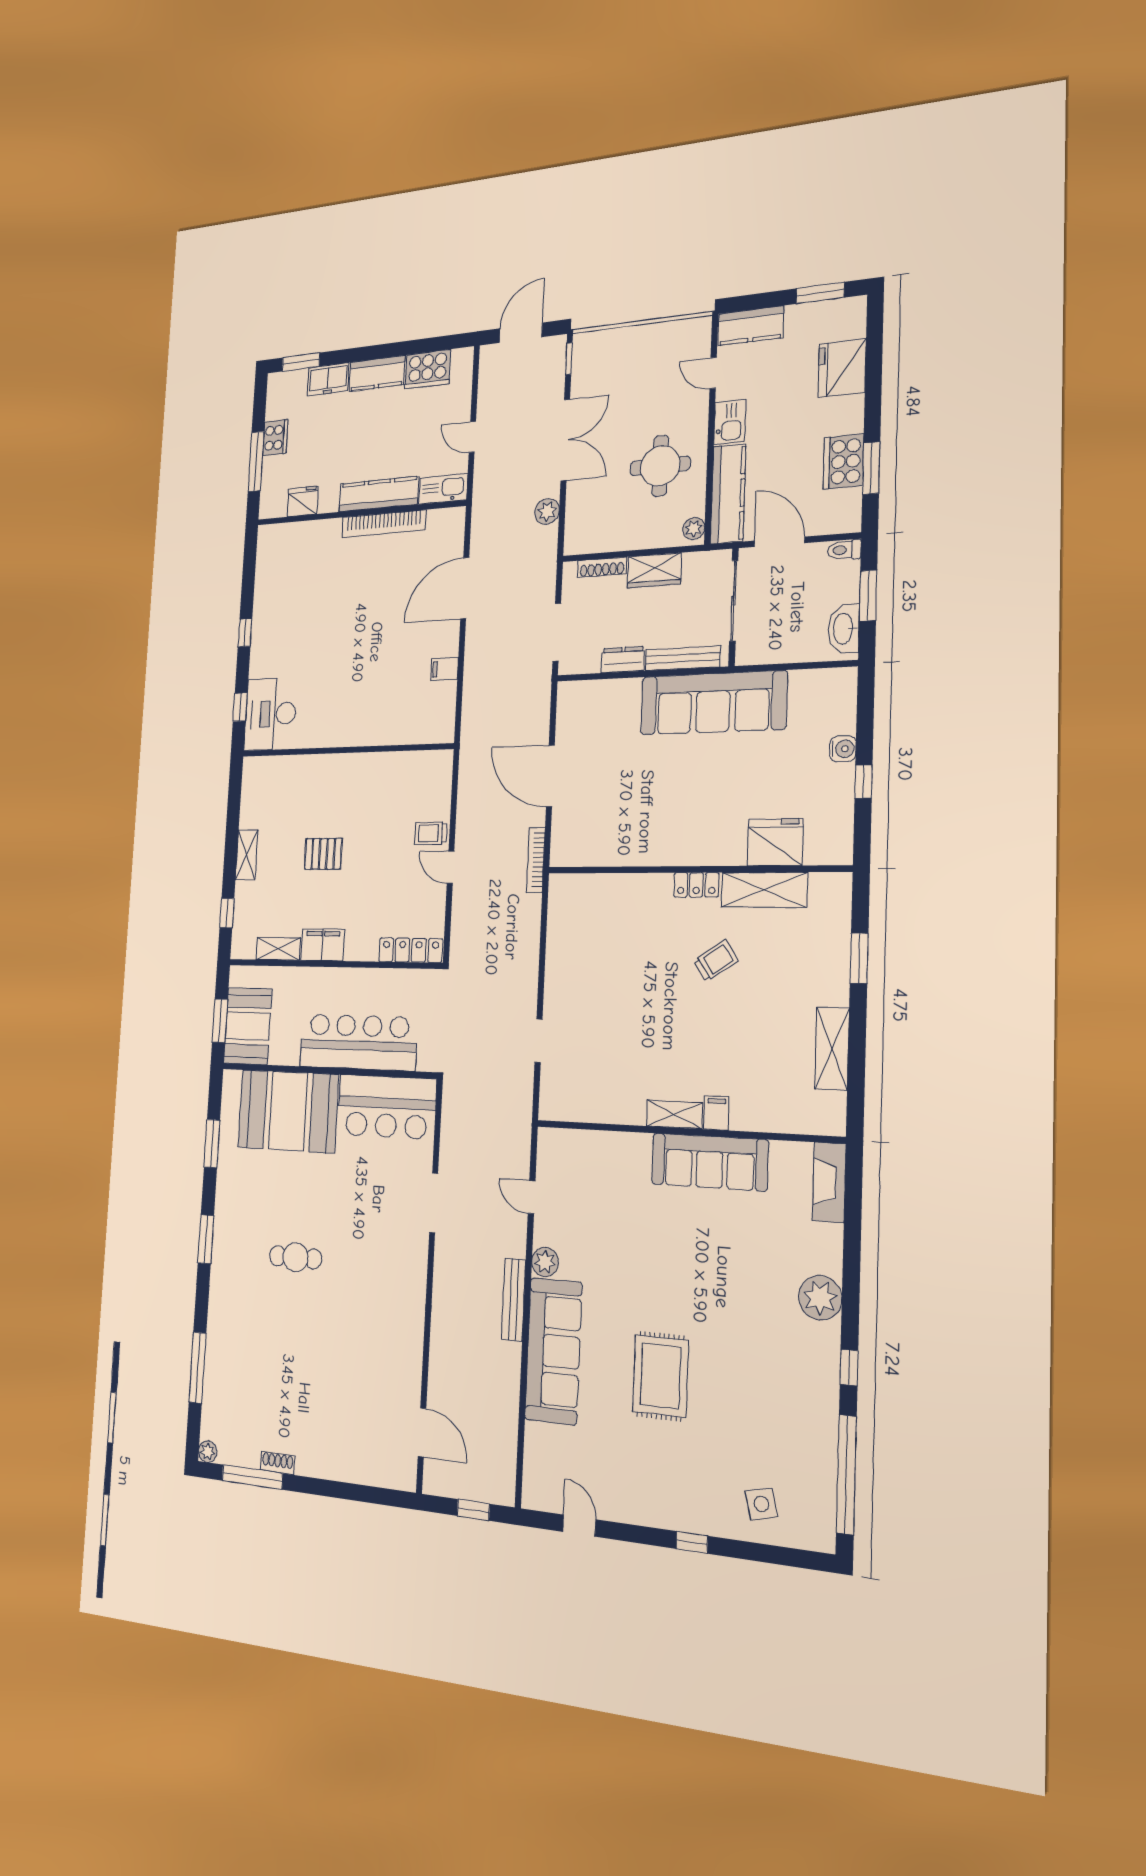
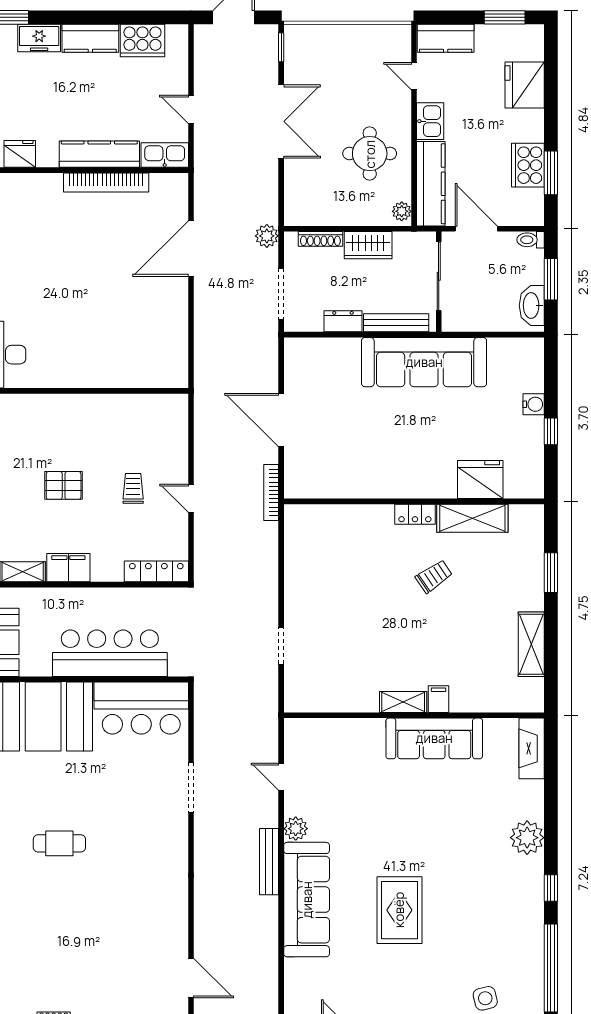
plant: (547, 511) -> (267, 236), moved
filing cabinet: (444, 669) -> (175, 321), removed
trolley: (431, 833) -> (133, 488), moved, turned 90

